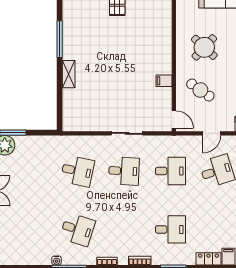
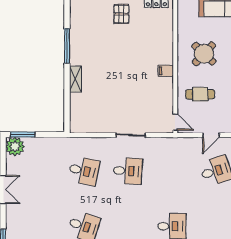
filing cabinet: (164, 81) -> (166, 71), moved
cafe table: (200, 90) -> (200, 94), turned -35
desk: (170, 171) -> (172, 171), removed

